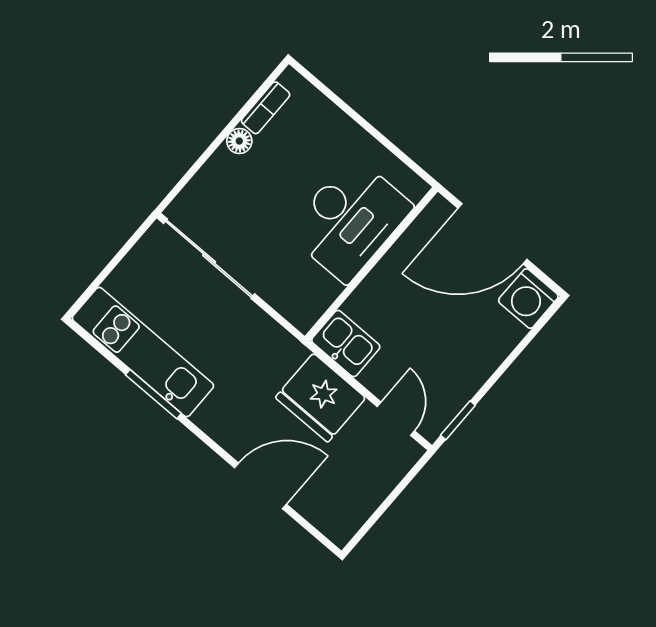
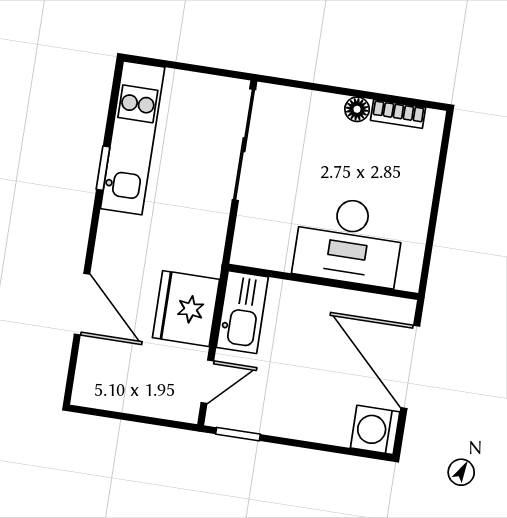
kitchen sink: (346, 343) -> (242, 312), width x1.38
window: (153, 394) -> (103, 168), width x0.67

